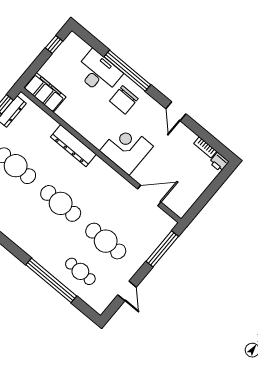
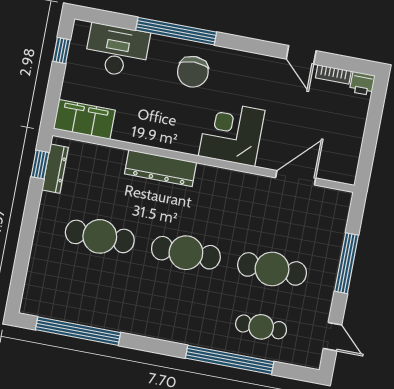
desk: (98, 73) -> (117, 51), moved
door: (176, 111) -> (301, 55), moved
window: (162, 249) -> (346, 263), moved
door: (127, 291) -> (333, 337), moved

